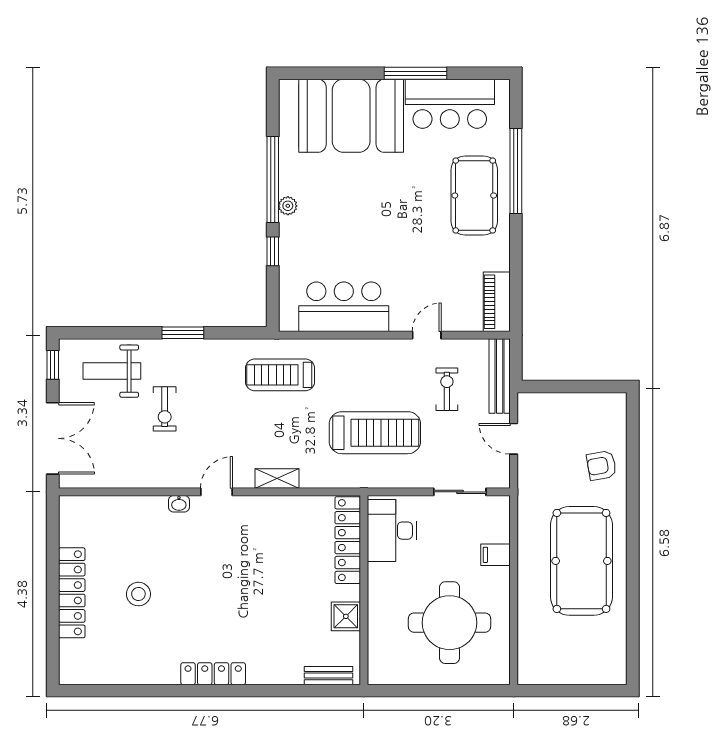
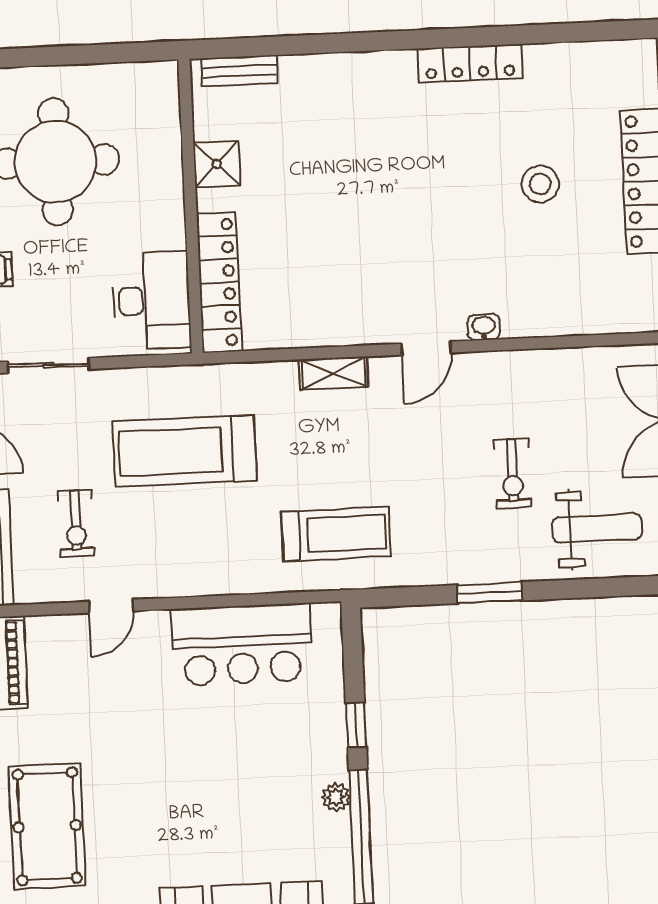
exercise bike: (165, 409) -> (513, 473), turned 180
locker: (213, 674) -> (470, 63), moved

